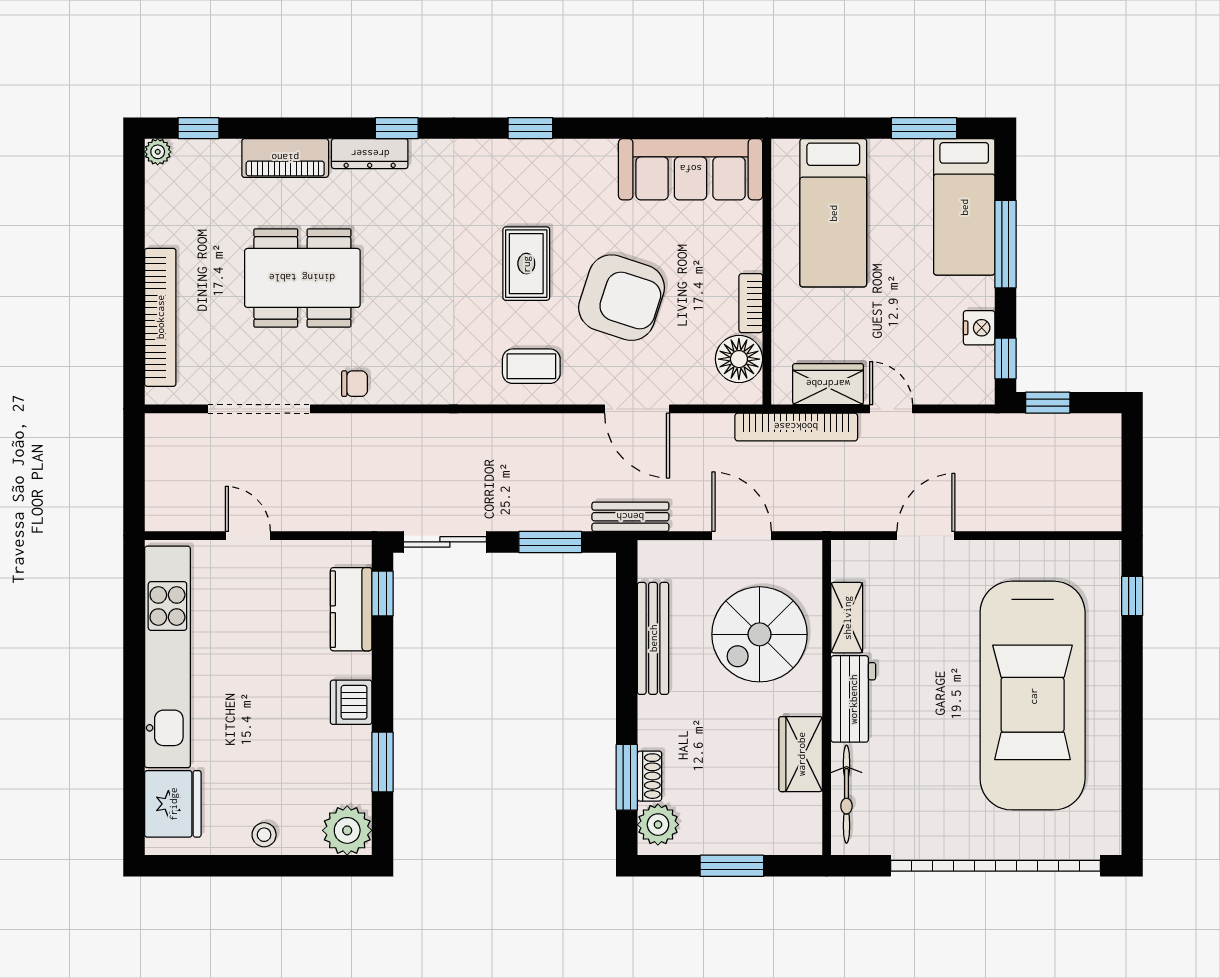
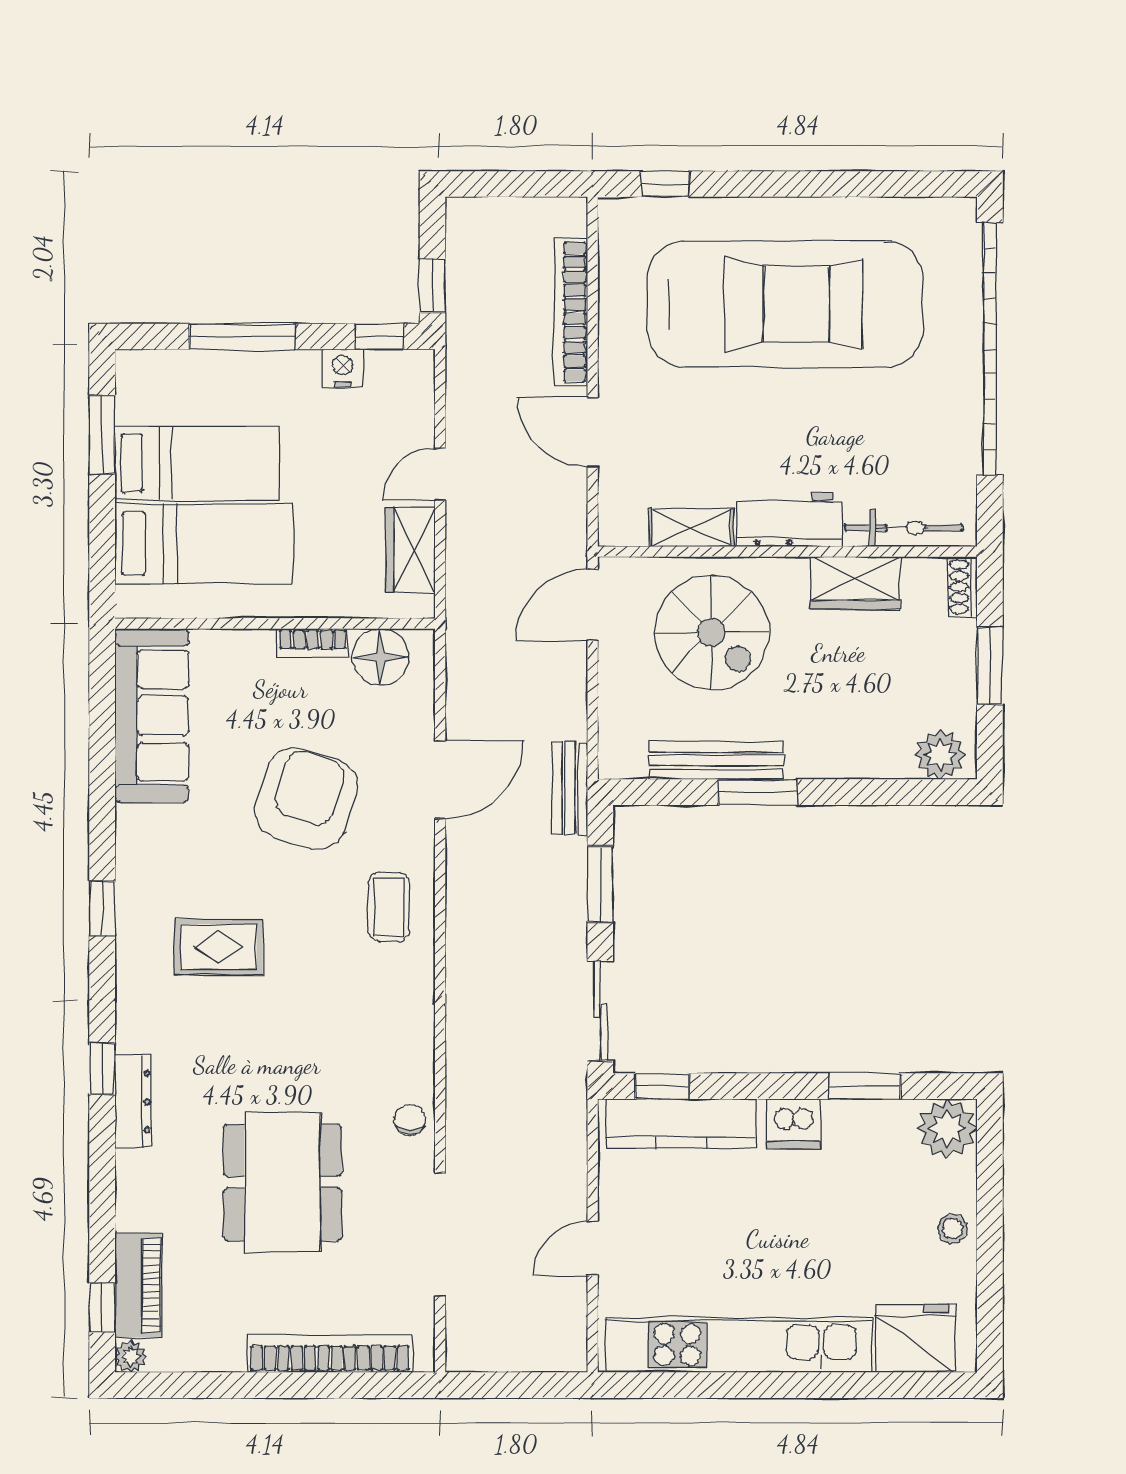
piano: (285, 158) -> (138, 1285), moved
bed: (964, 207) -> (197, 463), moved
rug: (526, 264) -> (218, 947), moved
bookcase: (796, 427) -> (571, 312), moved, turned 180
door: (742, 536) -> (593, 605), moved
kitchen counter: (351, 609) -> (681, 1124), width x1.50
shoe rack: (649, 776) -> (963, 587), moved, turned -90
window: (627, 777) -> (758, 792), moved

